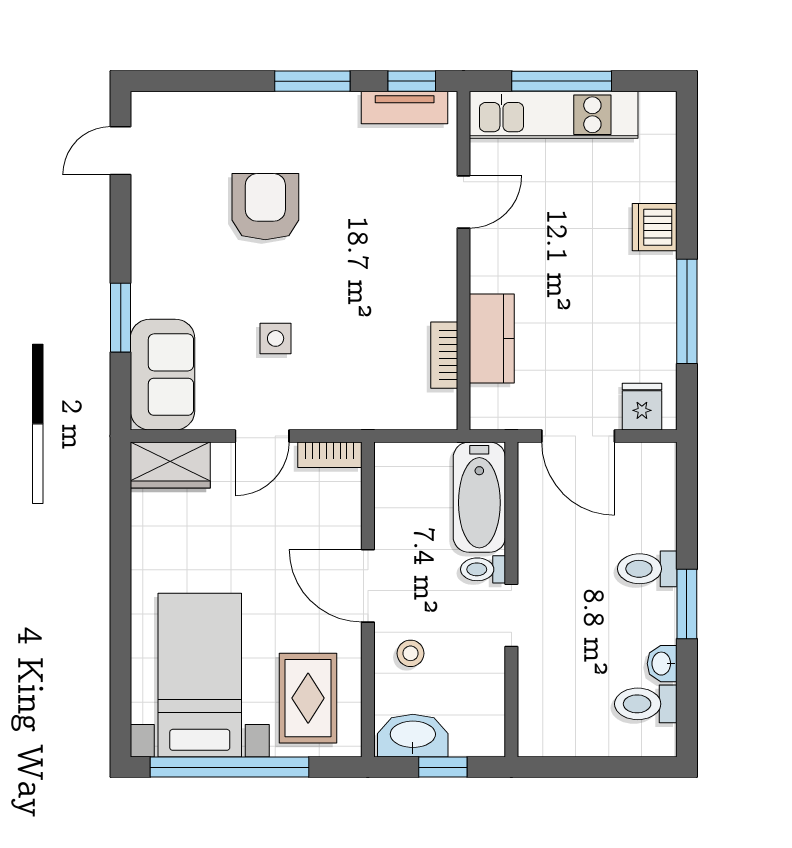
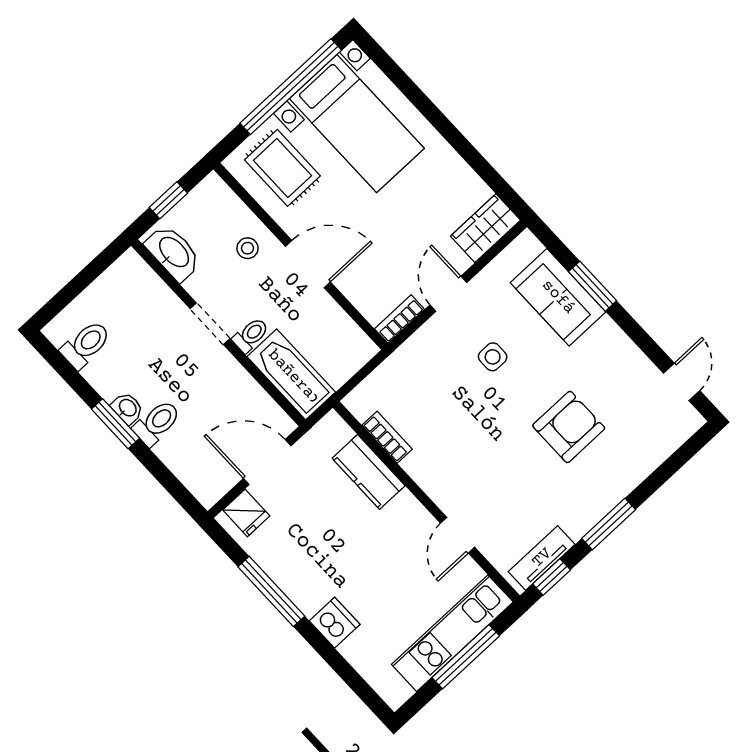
armchair: (265, 207) -> (569, 427), turned -90
sofa: (163, 375) -> (558, 297), moved
washbasin: (662, 664) -> (127, 408), moved
washbasin: (413, 736) -> (173, 253), moved, turned -90

